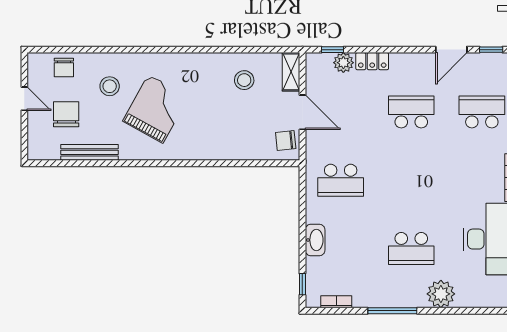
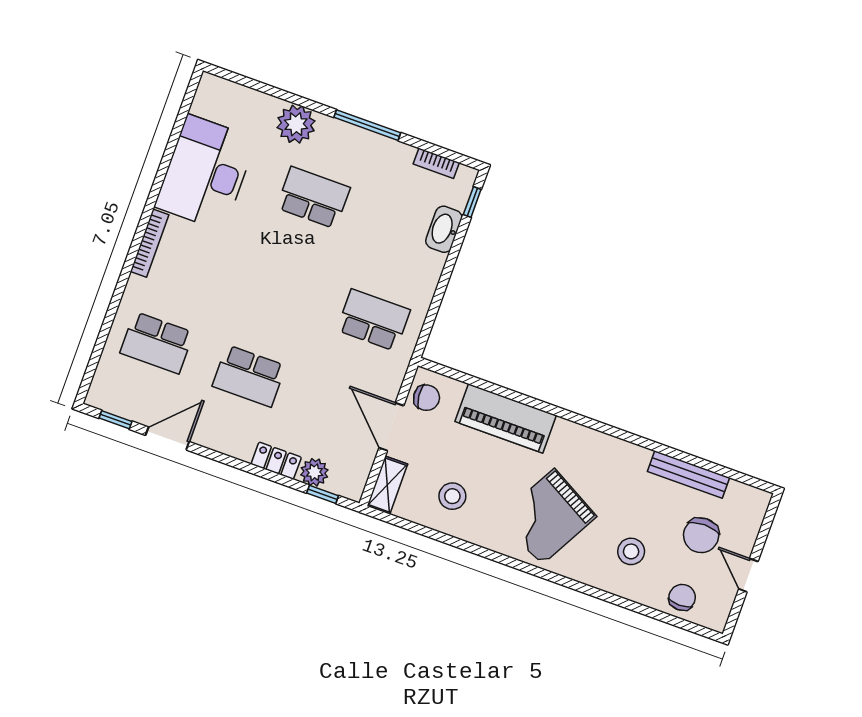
grand piano: (156, 109) -> (548, 517), moved
piano: (227, 146) -> (506, 418), added
washbasin: (315, 240) -> (444, 229), moved

